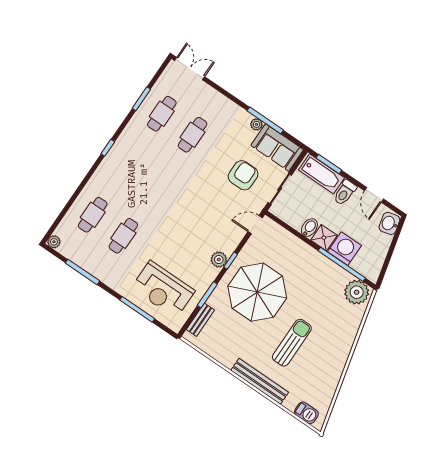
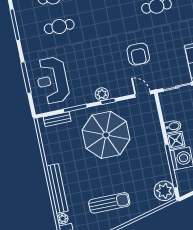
armchair: (243, 175) -> (138, 54), moved, turned 90
sun lounger: (292, 343) -> (109, 203), moved
plant: (290, 404) -> (63, 219), added

